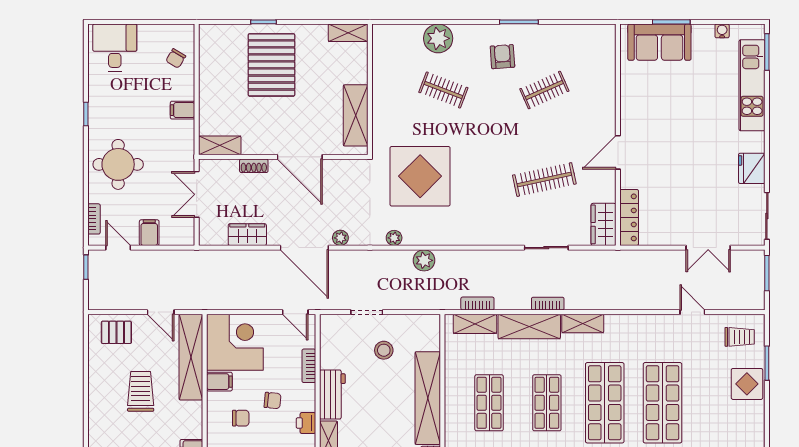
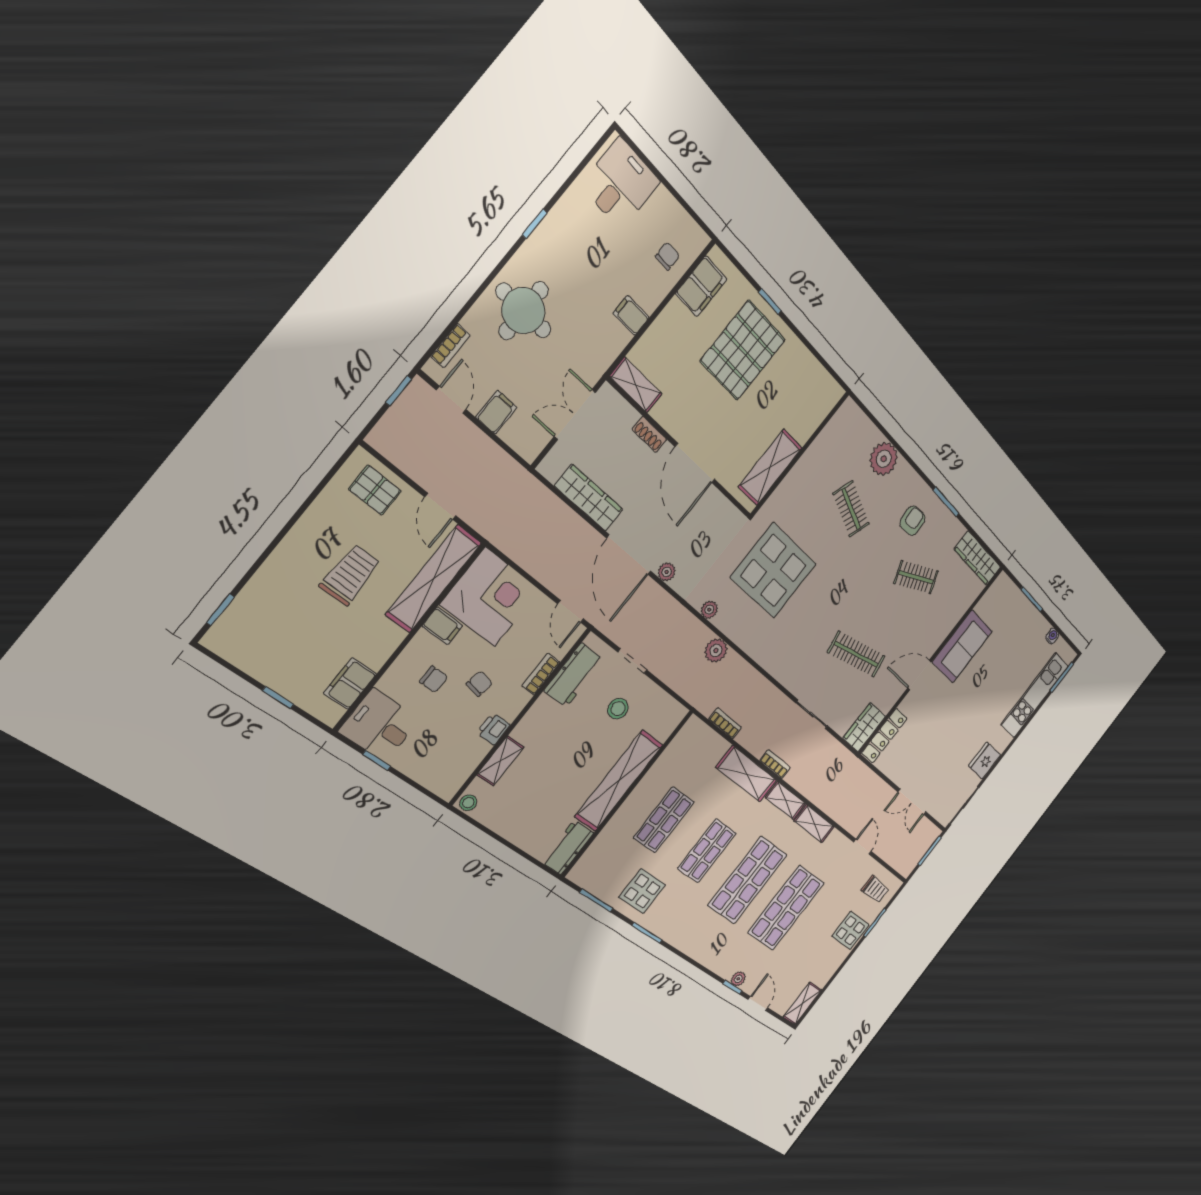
shelving: (348, 33) -> (826, 384), removed
wardrobe: (587, 35) -> (977, 558), added
sofa: (659, 42) -> (962, 647), moved, turned -90
filing cabinet: (211, 55) -> (701, 286), added
chair: (176, 58) -> (667, 256), turned 149
wardrobe: (247, 235) -> (589, 498), width x1.50
shelving: (475, 324) -> (814, 824), moved
workbench: (332, 395) -> (574, 675), moved
chair: (273, 401) -> (479, 684), turned -86

